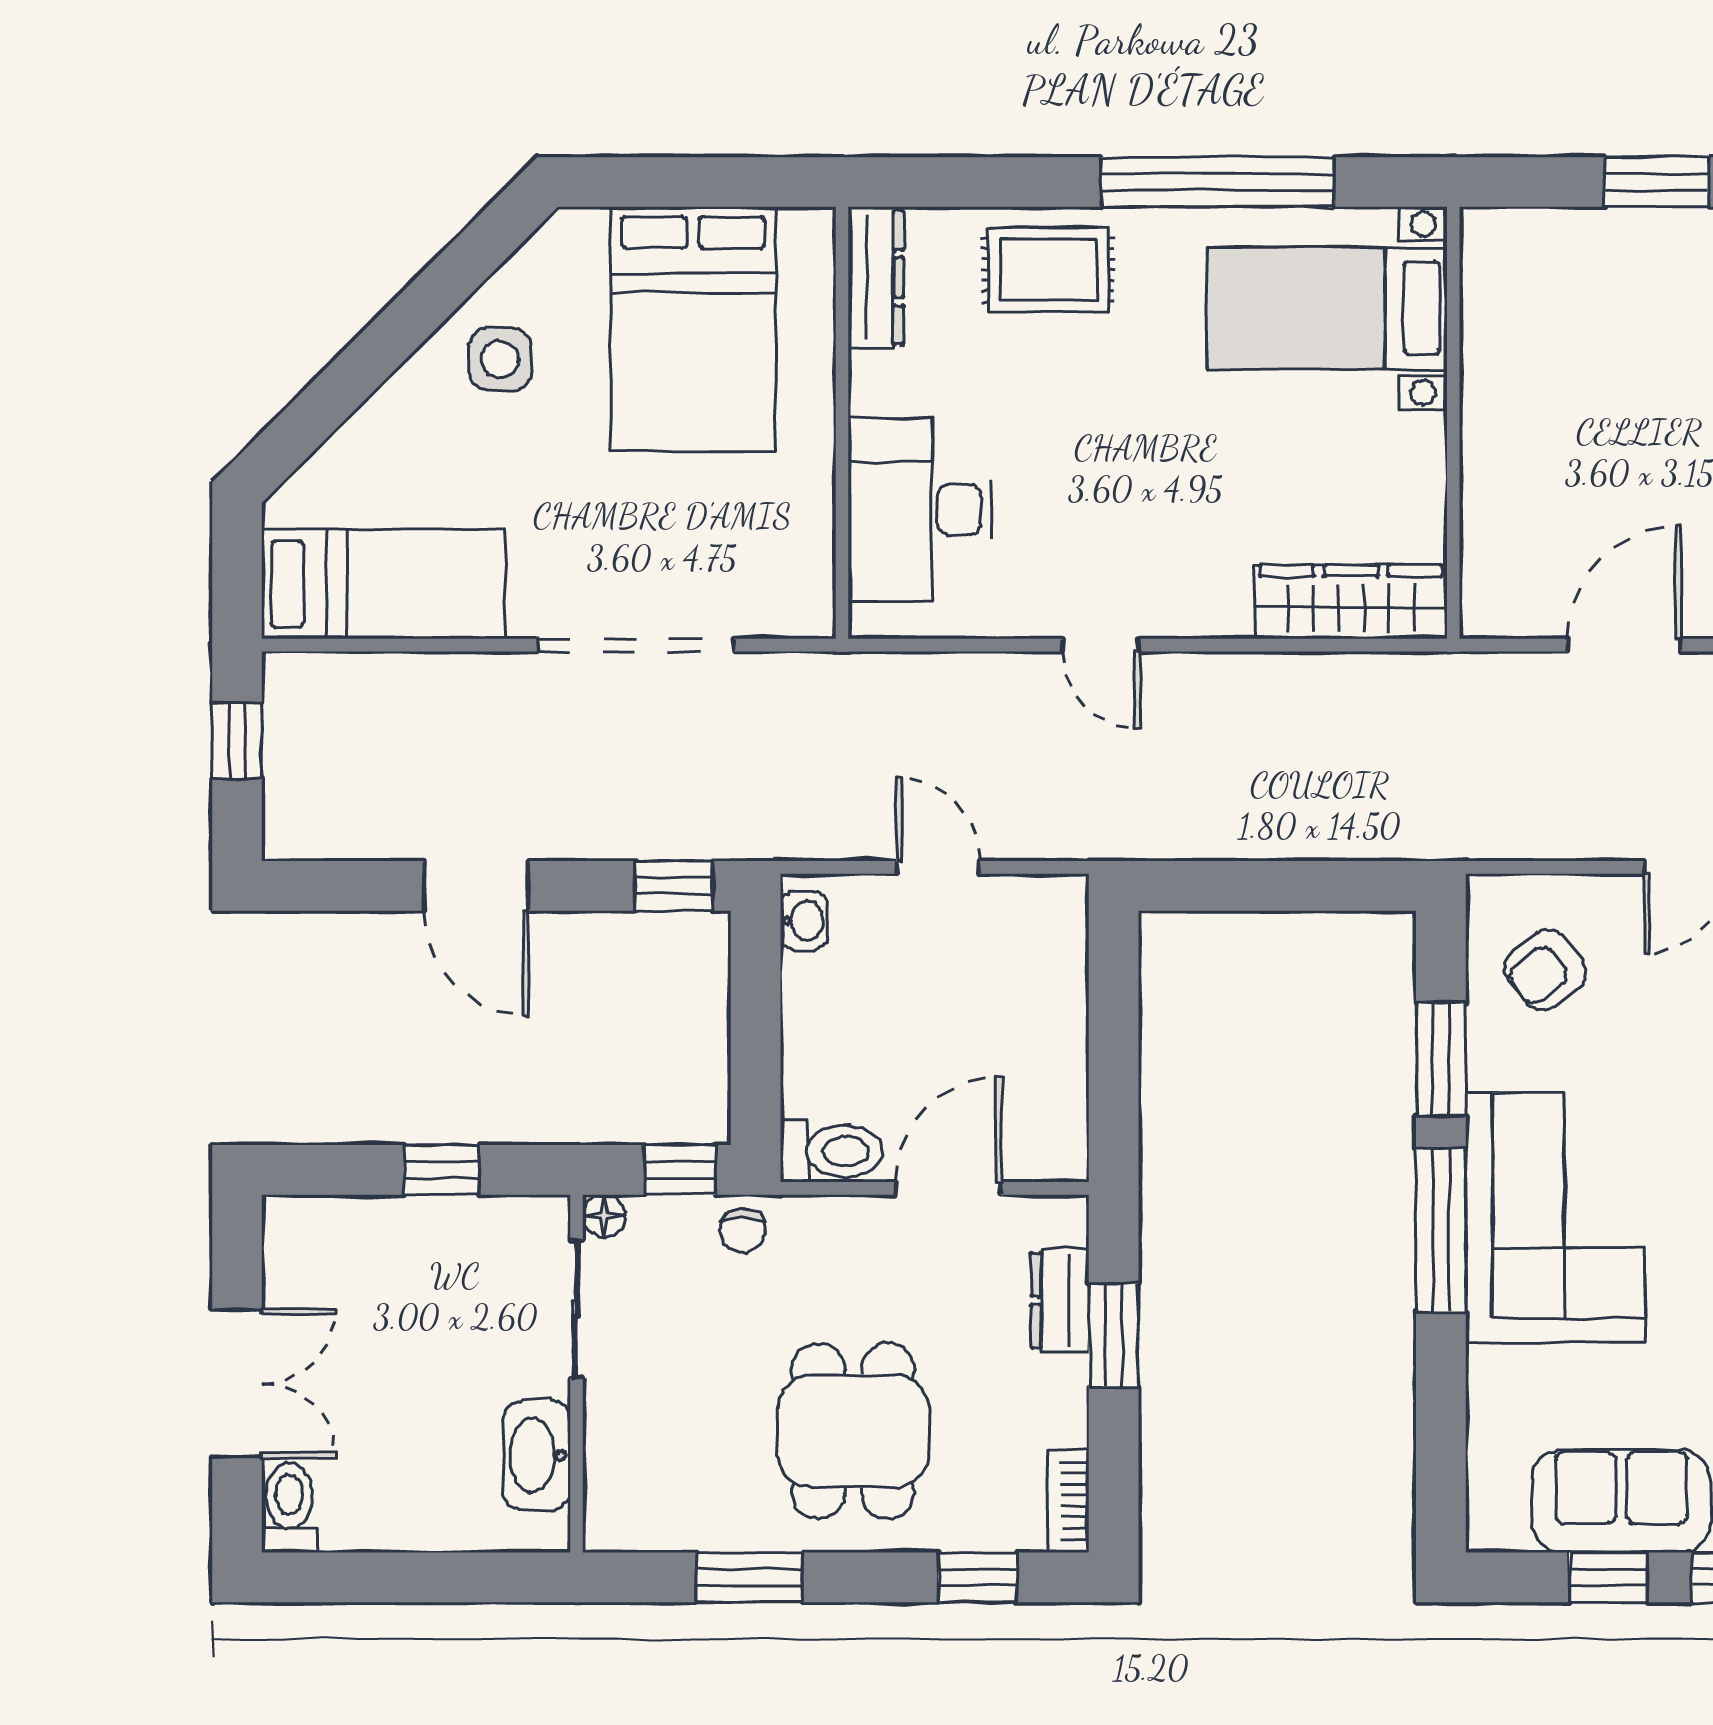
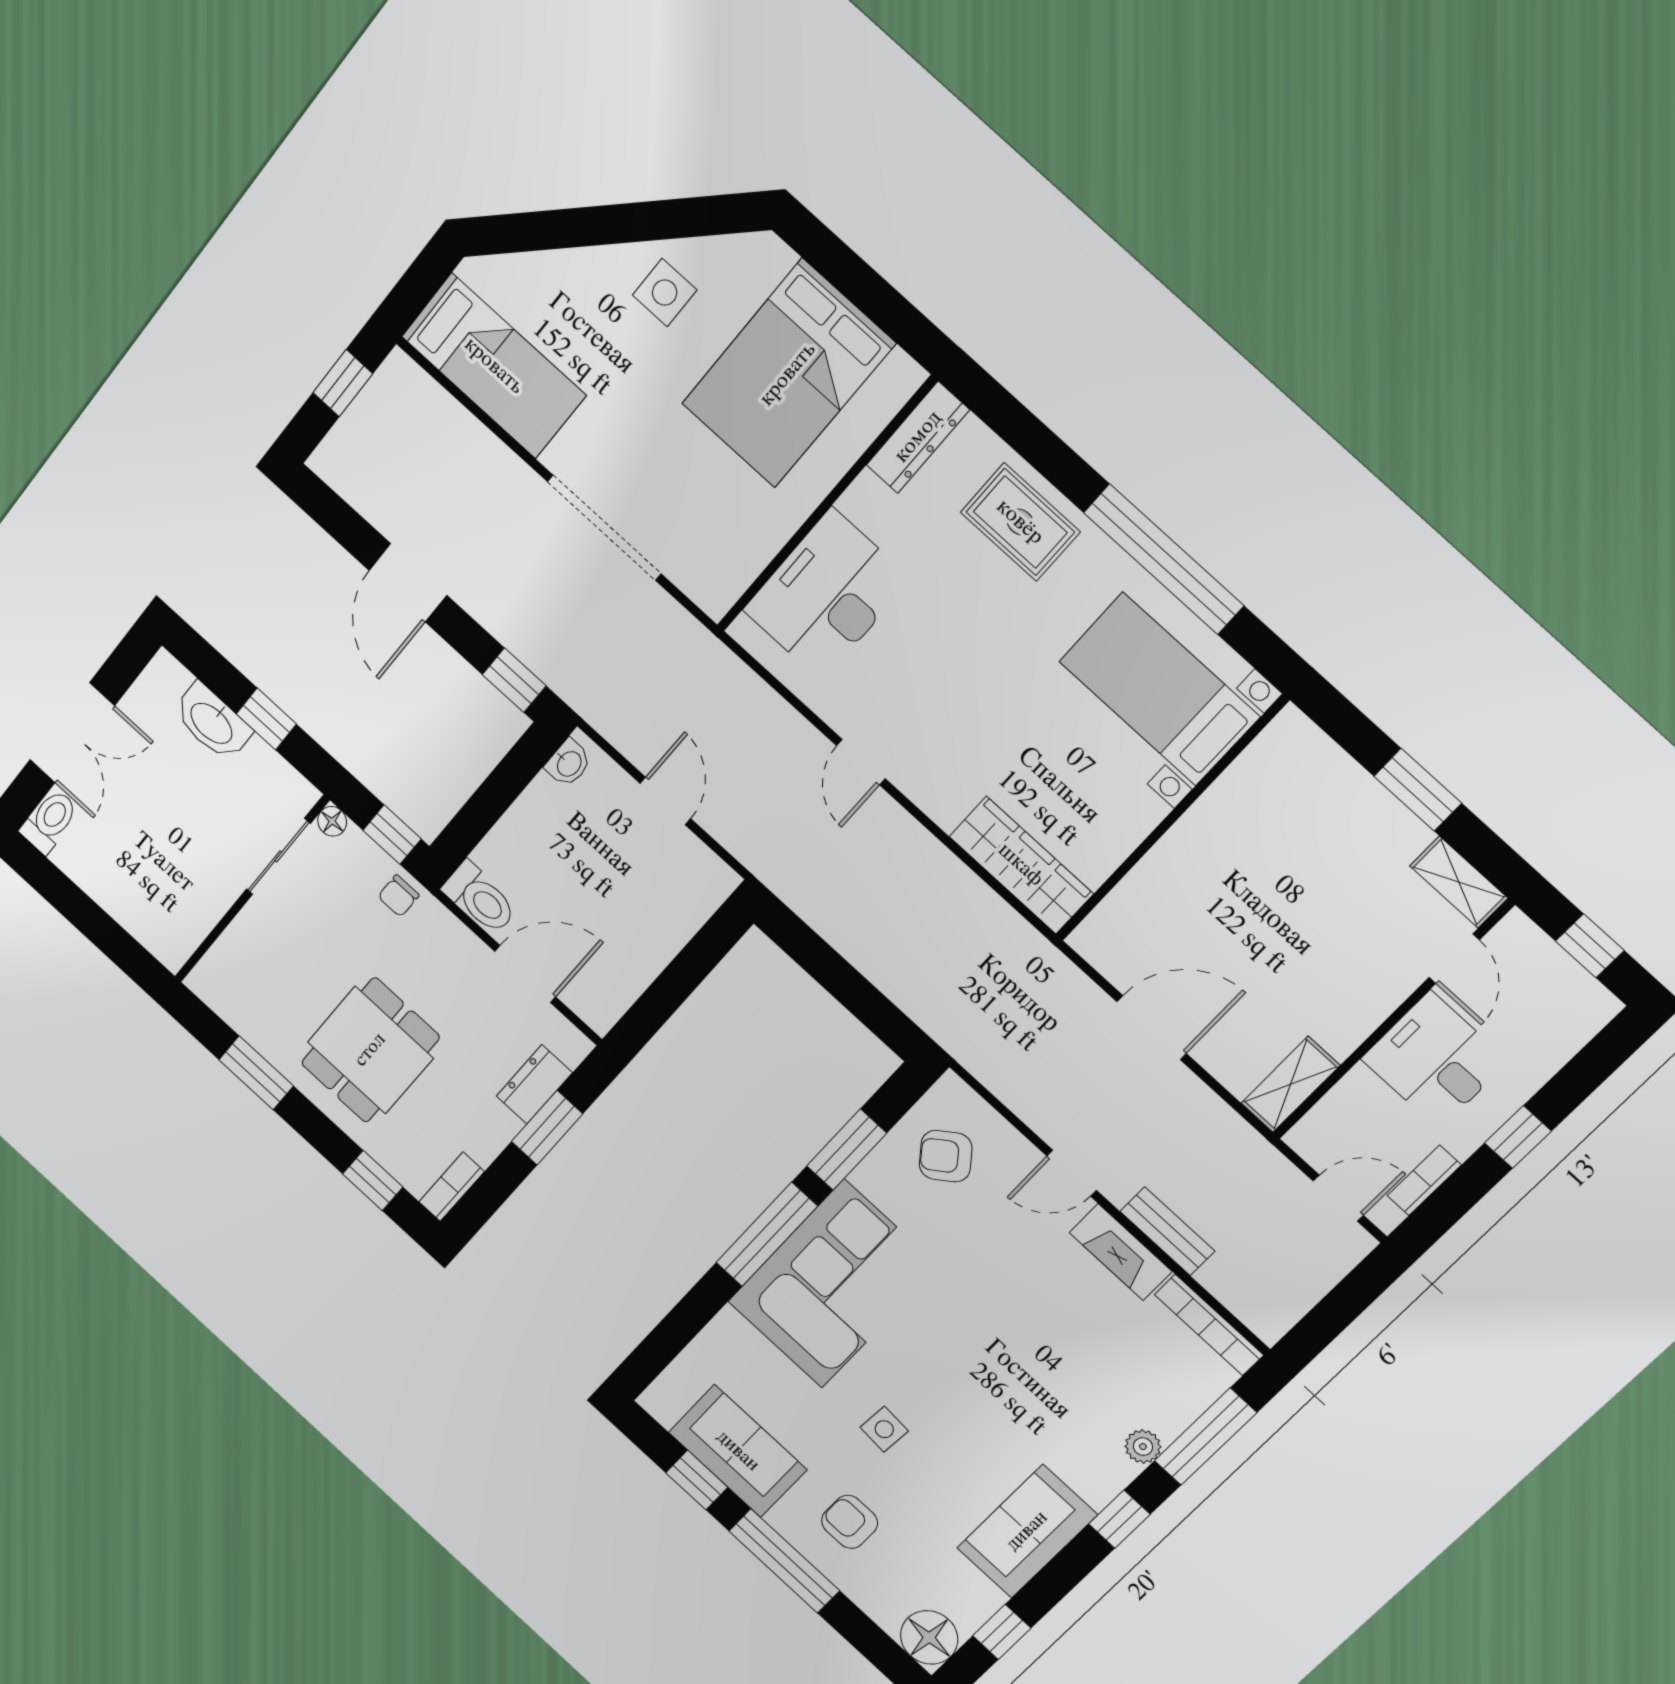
washbasin: (537, 1455) -> (212, 722), moved, turned -90

